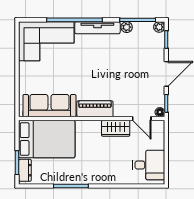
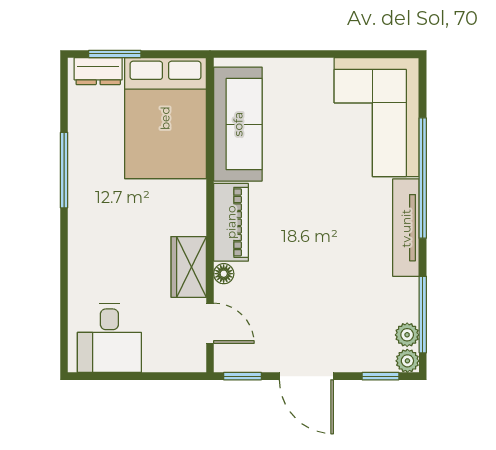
plant: (127, 27) -> (407, 335), moved
floor lamp: (160, 112) -> (224, 274), moved
door: (142, 118) -> (210, 323), swing flipped

